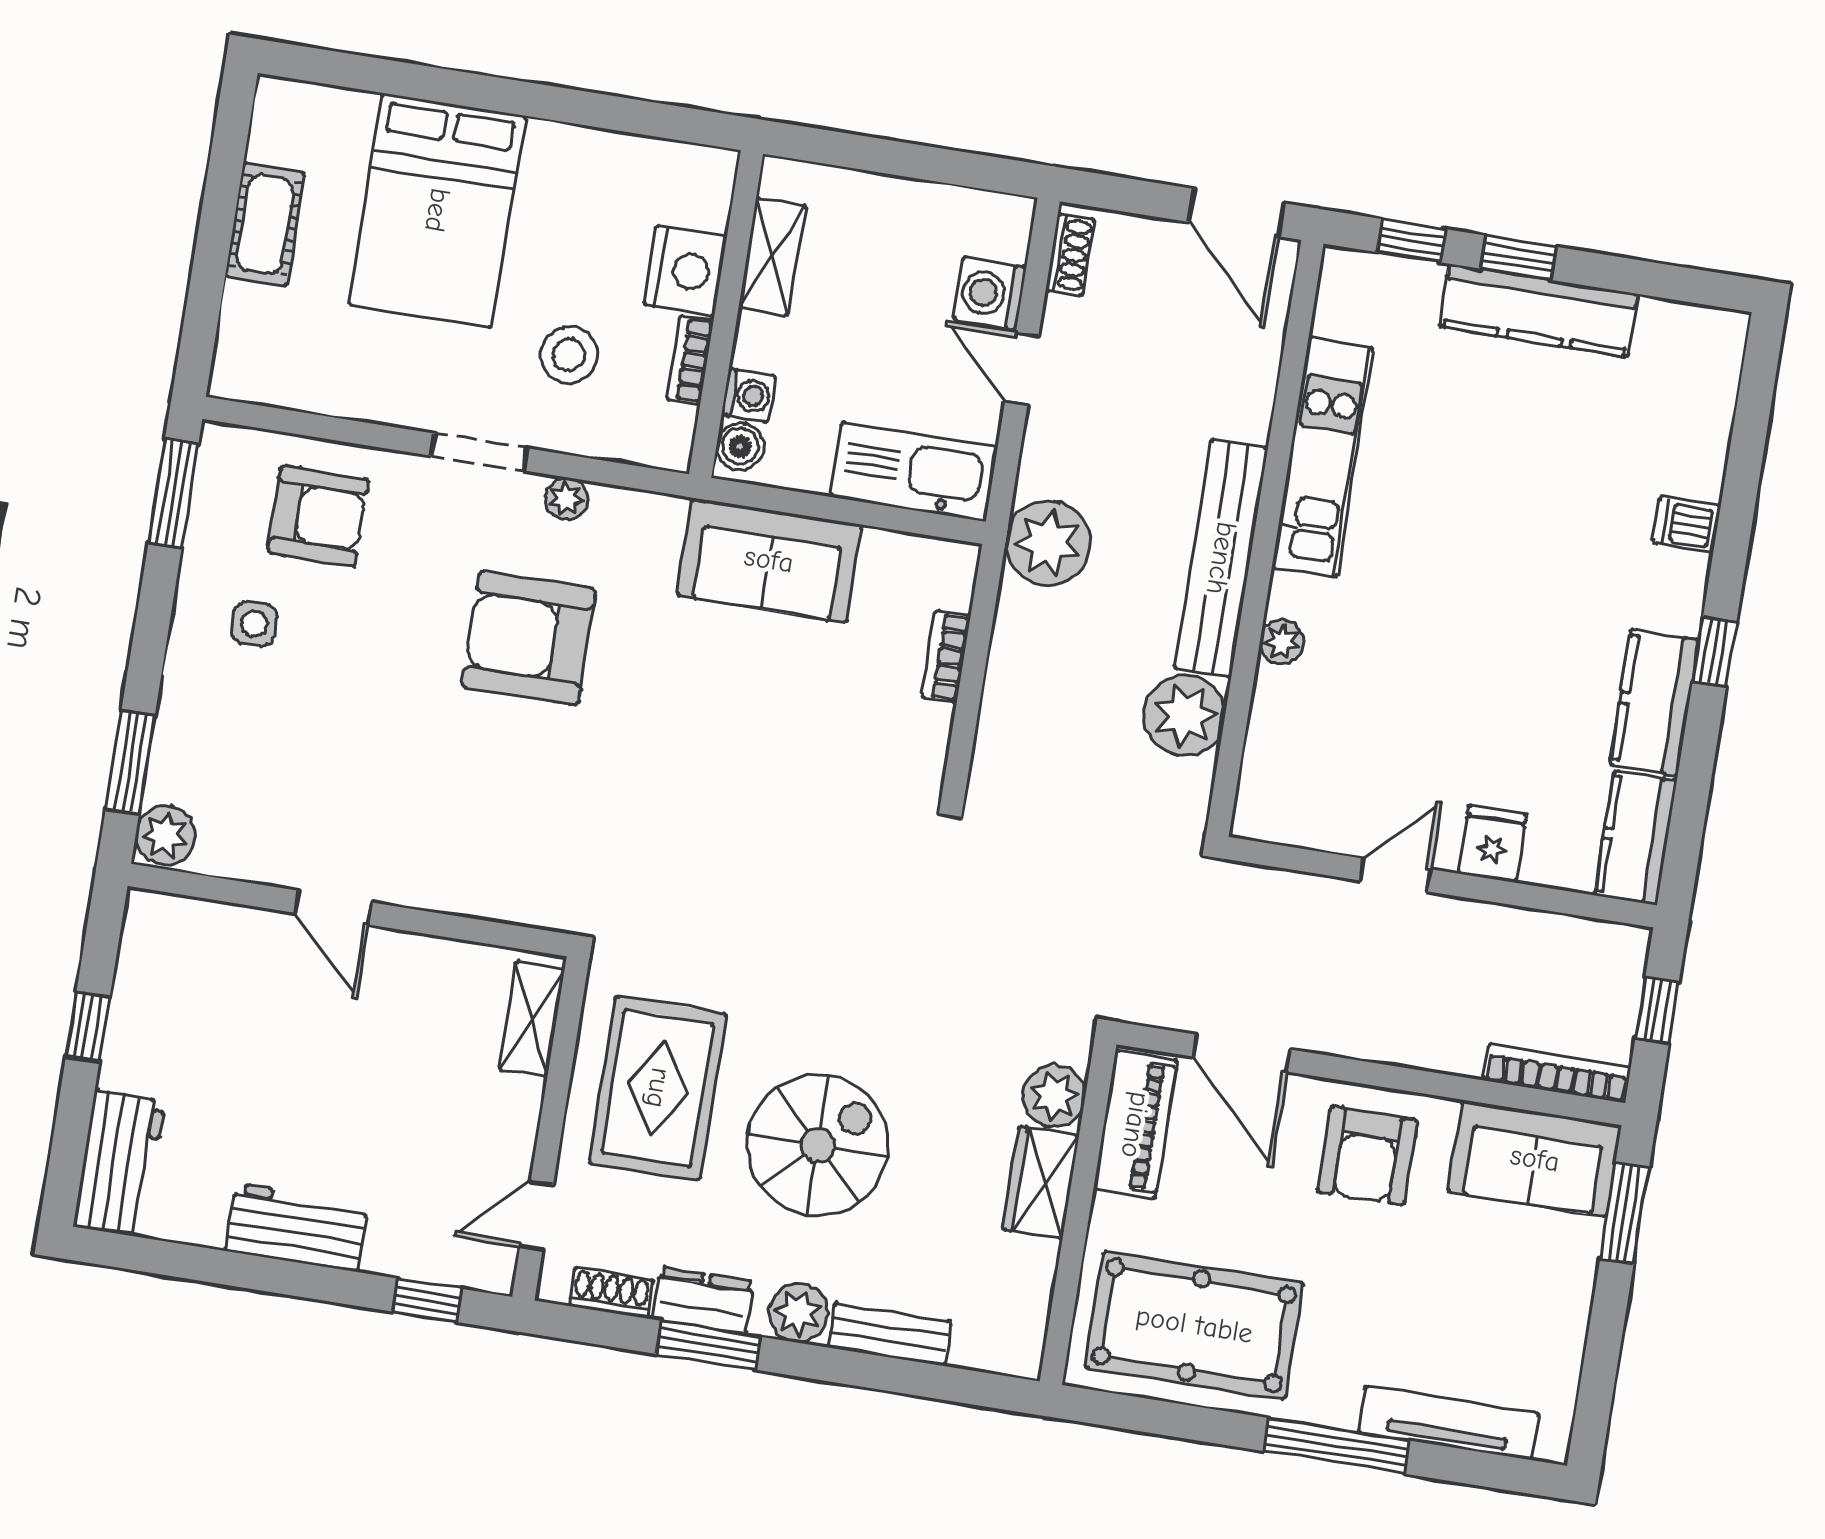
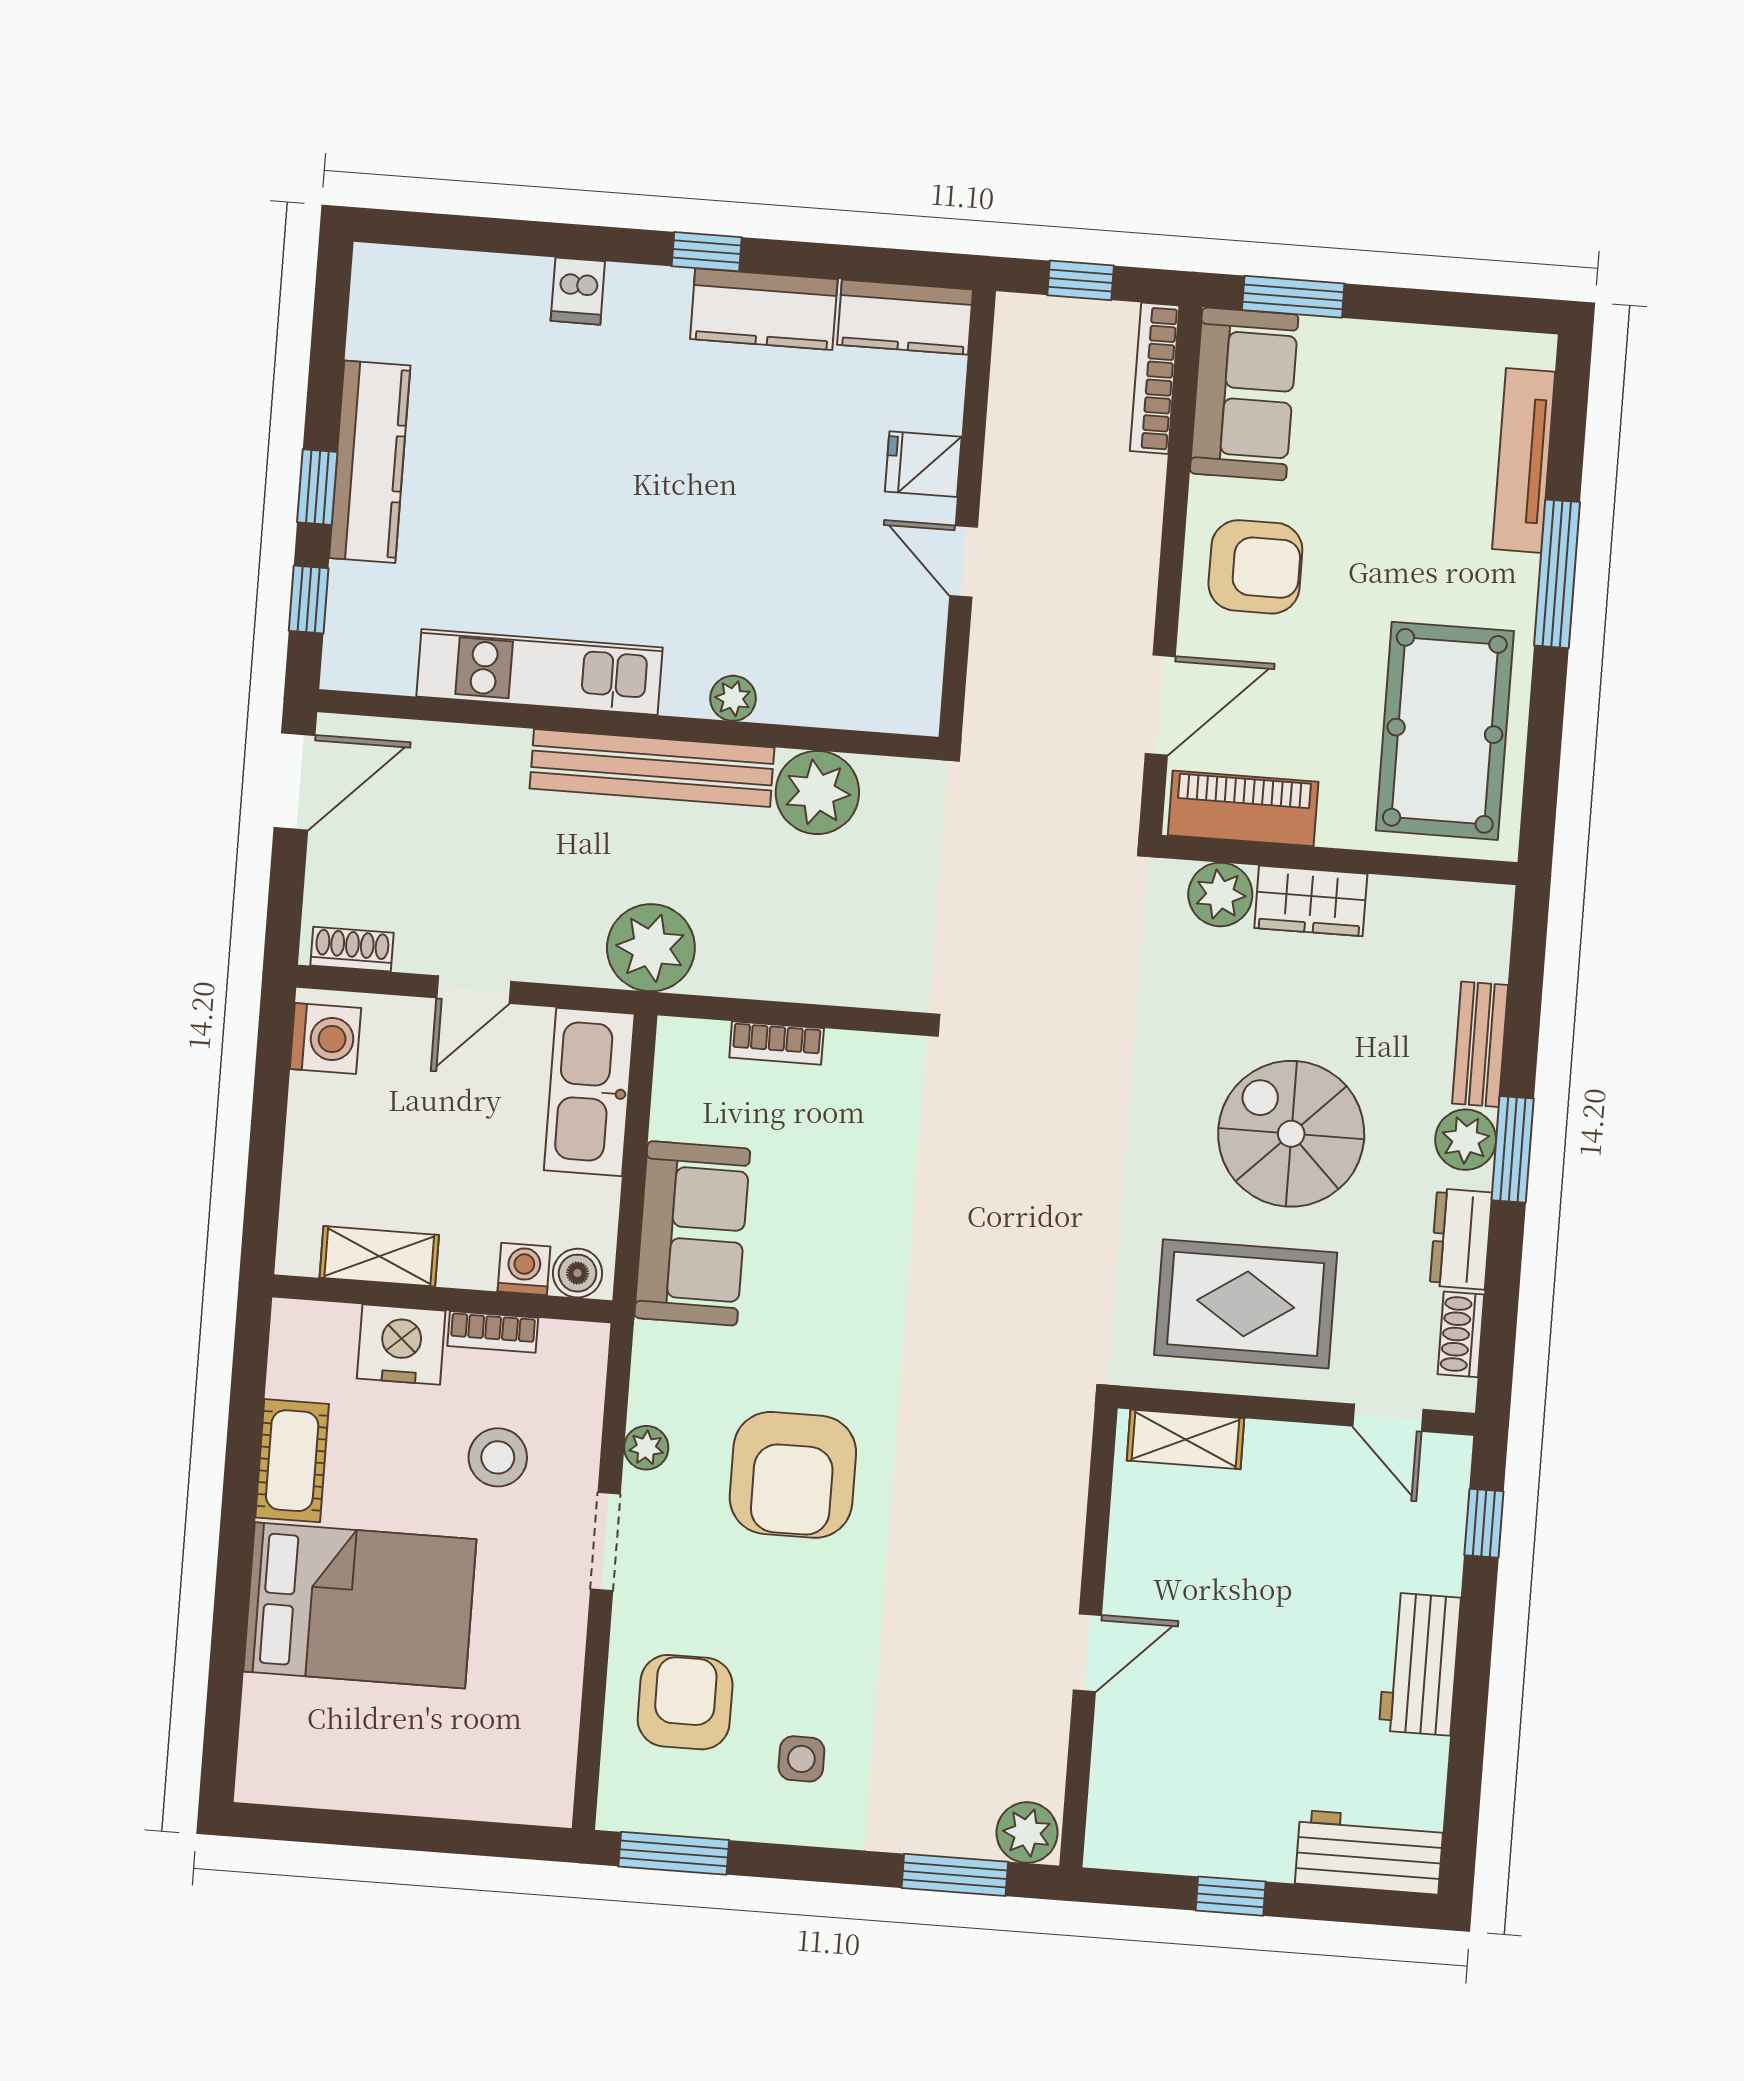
cot: (265, 224) -> (292, 1461), moved, turned 90
washing machine: (990, 293) -> (325, 1038), moved, turned -90
window: (708, 1345) -> (1513, 1149), moved

